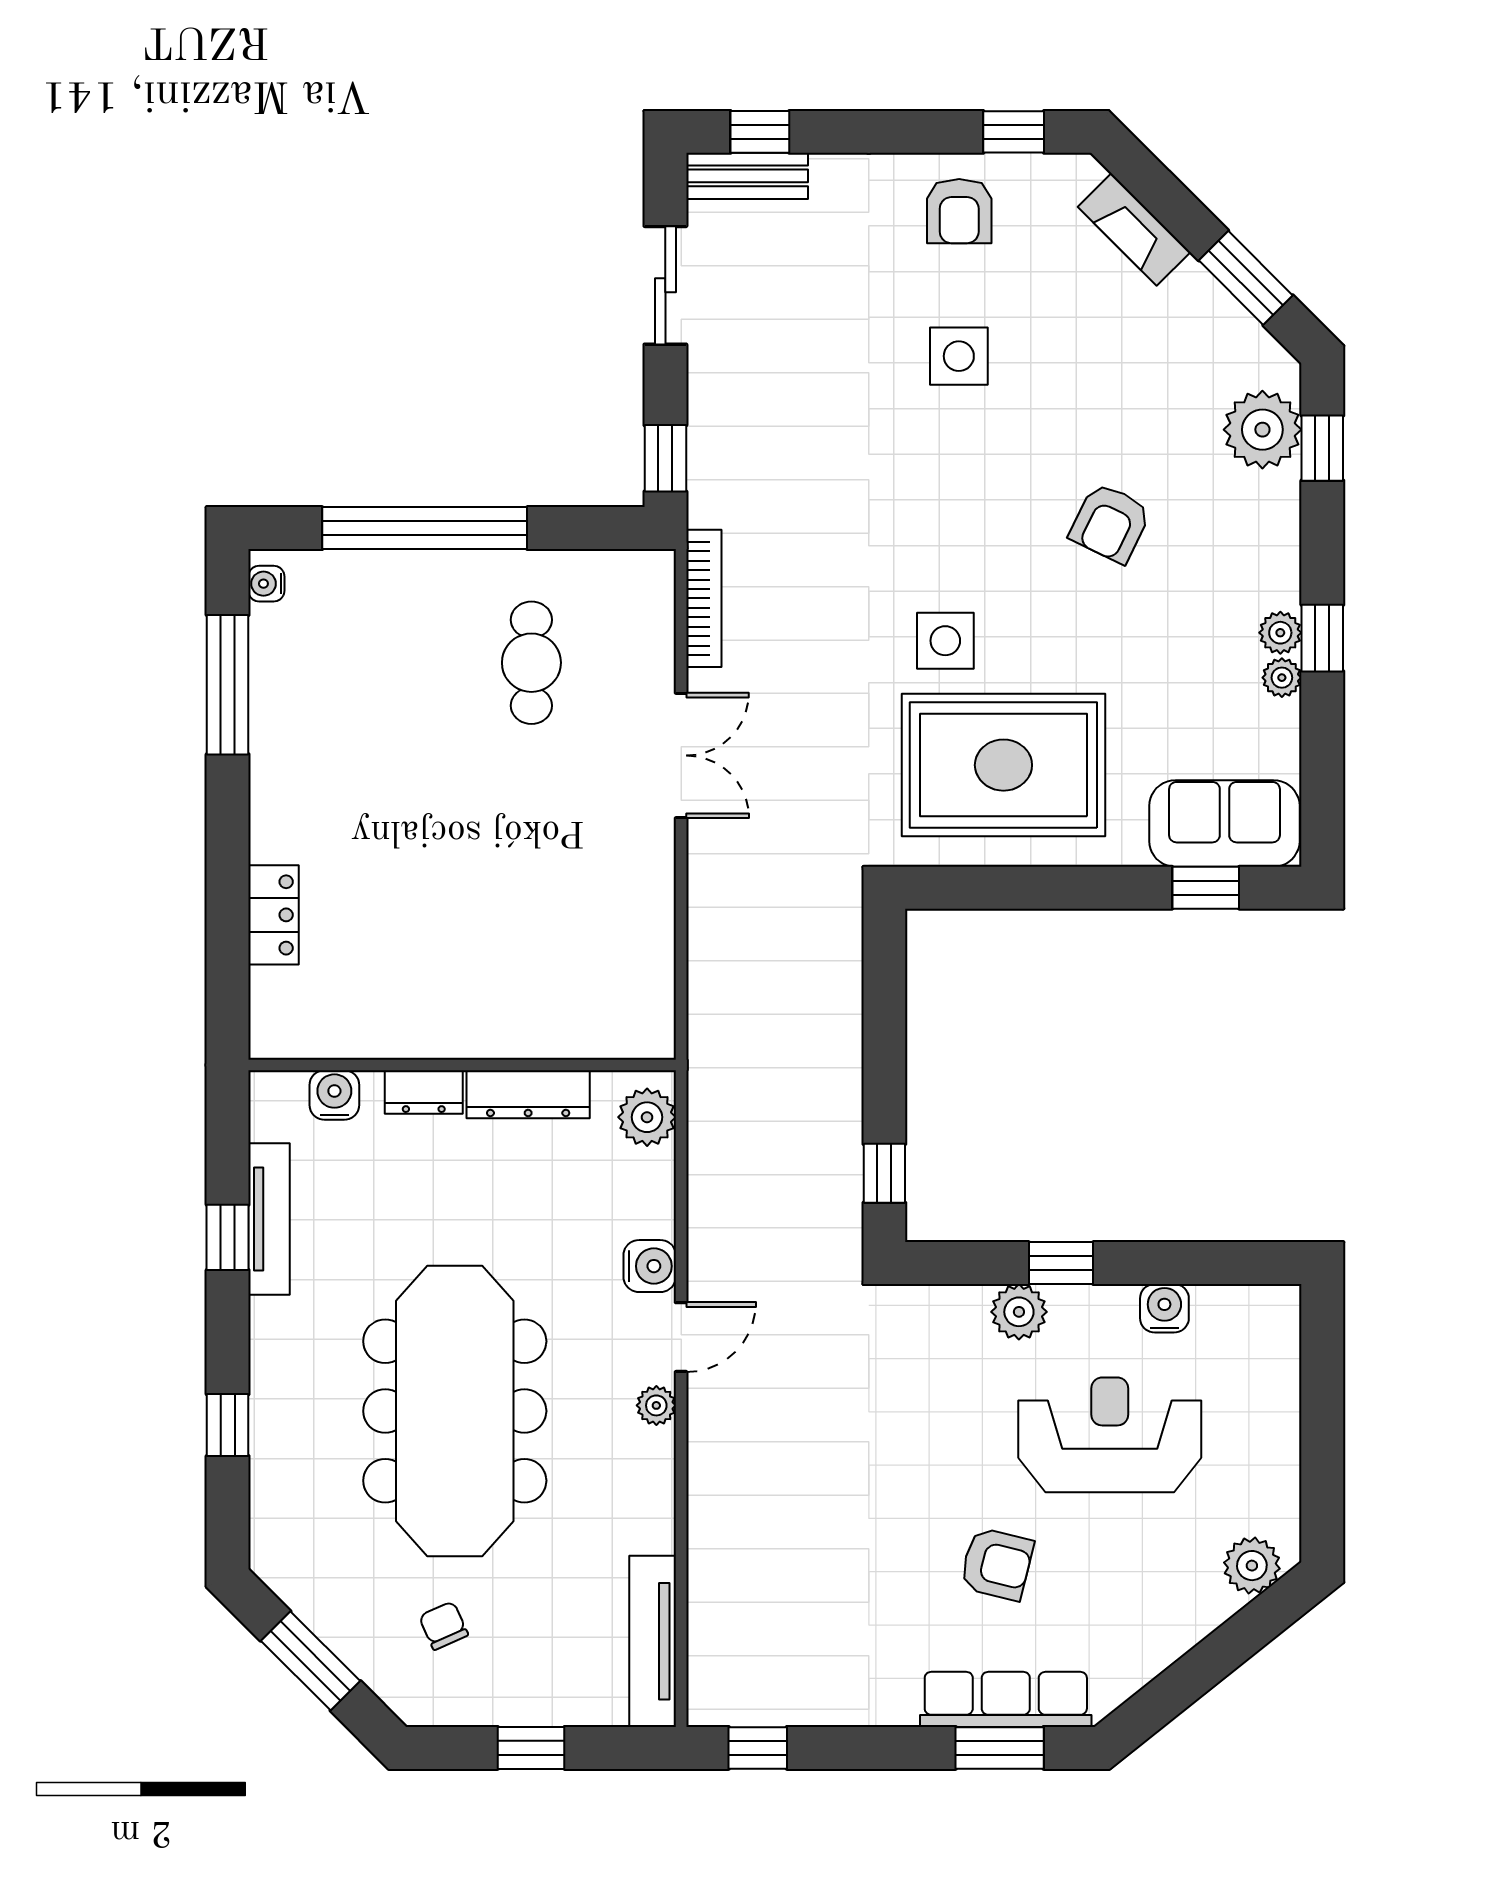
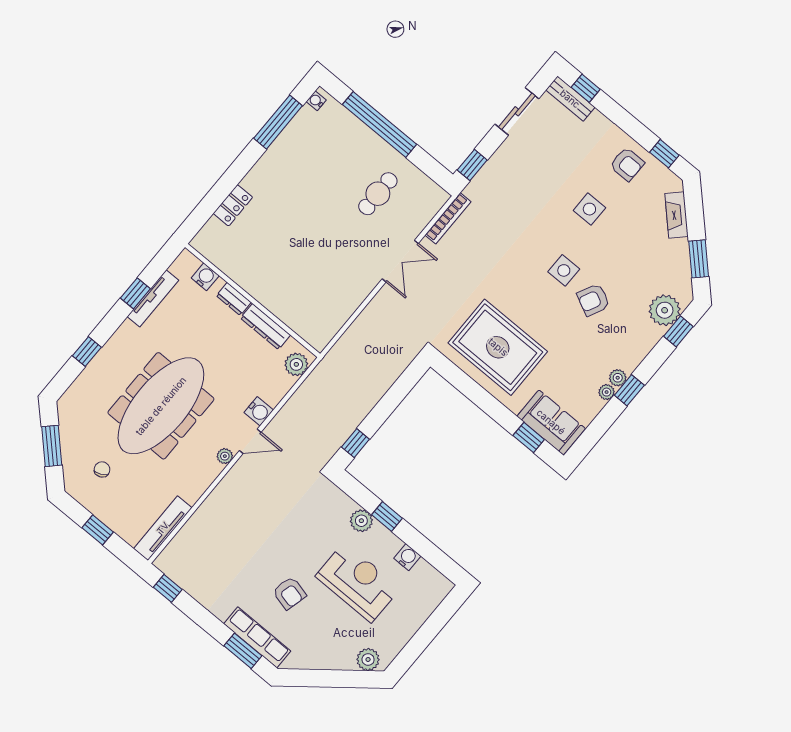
armchair: (959, 211) -> (627, 164), turned -90
side table: (945, 641) -> (564, 270), moved

